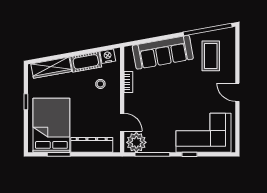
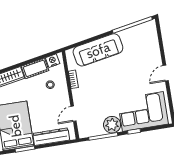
coffee table: (211, 56) -> (138, 46), removed
door: (237, 92) -> (166, 73), hinge flipped
door: (122, 122) -> (74, 114), swing flipped
plant: (136, 142) -> (112, 125), moved

